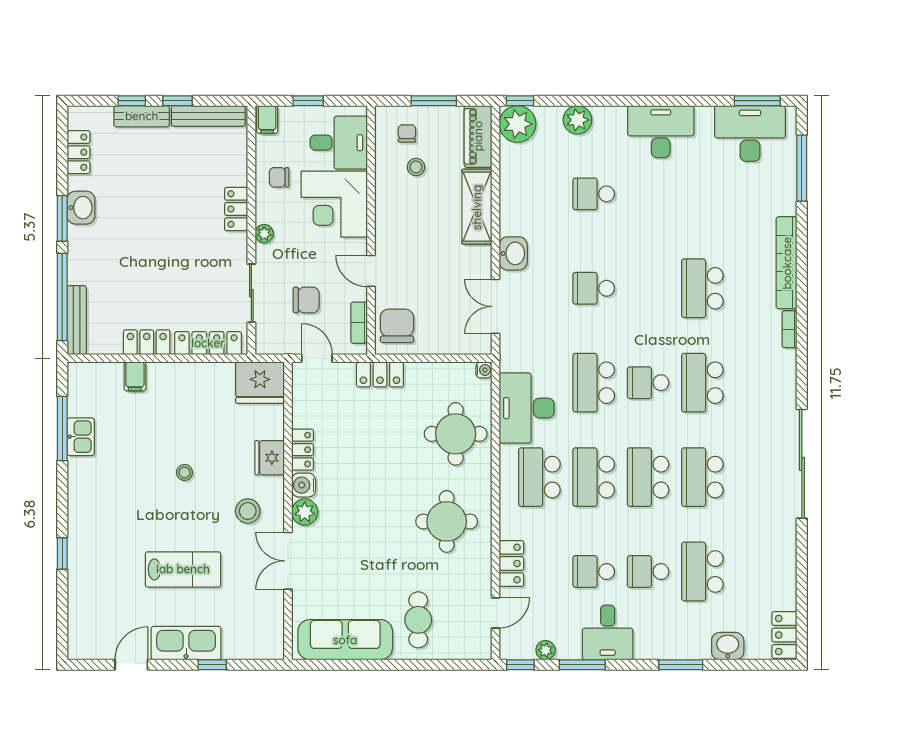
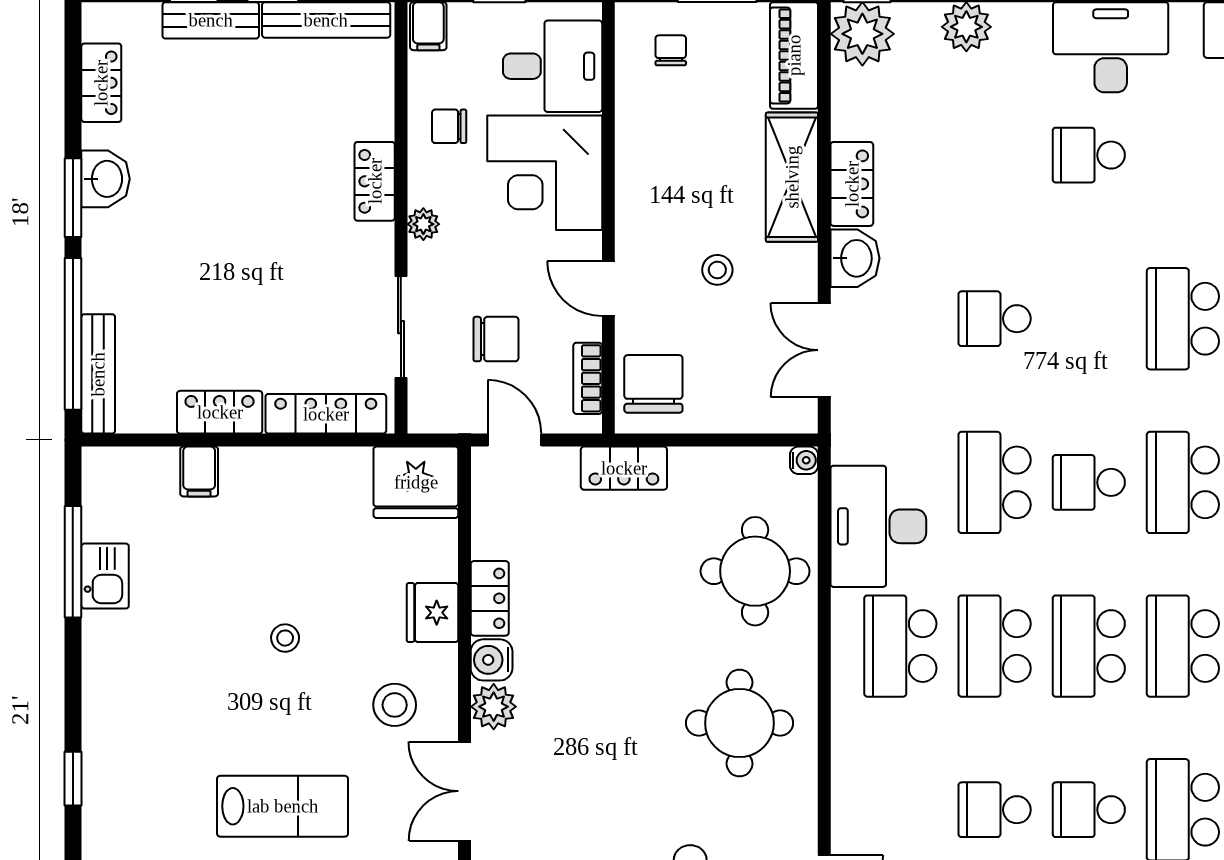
stool: (416, 167) -> (717, 270), moved
school desk: (594, 194) -> (1089, 155), moved
locker: (511, 564) -> (852, 184), moved

